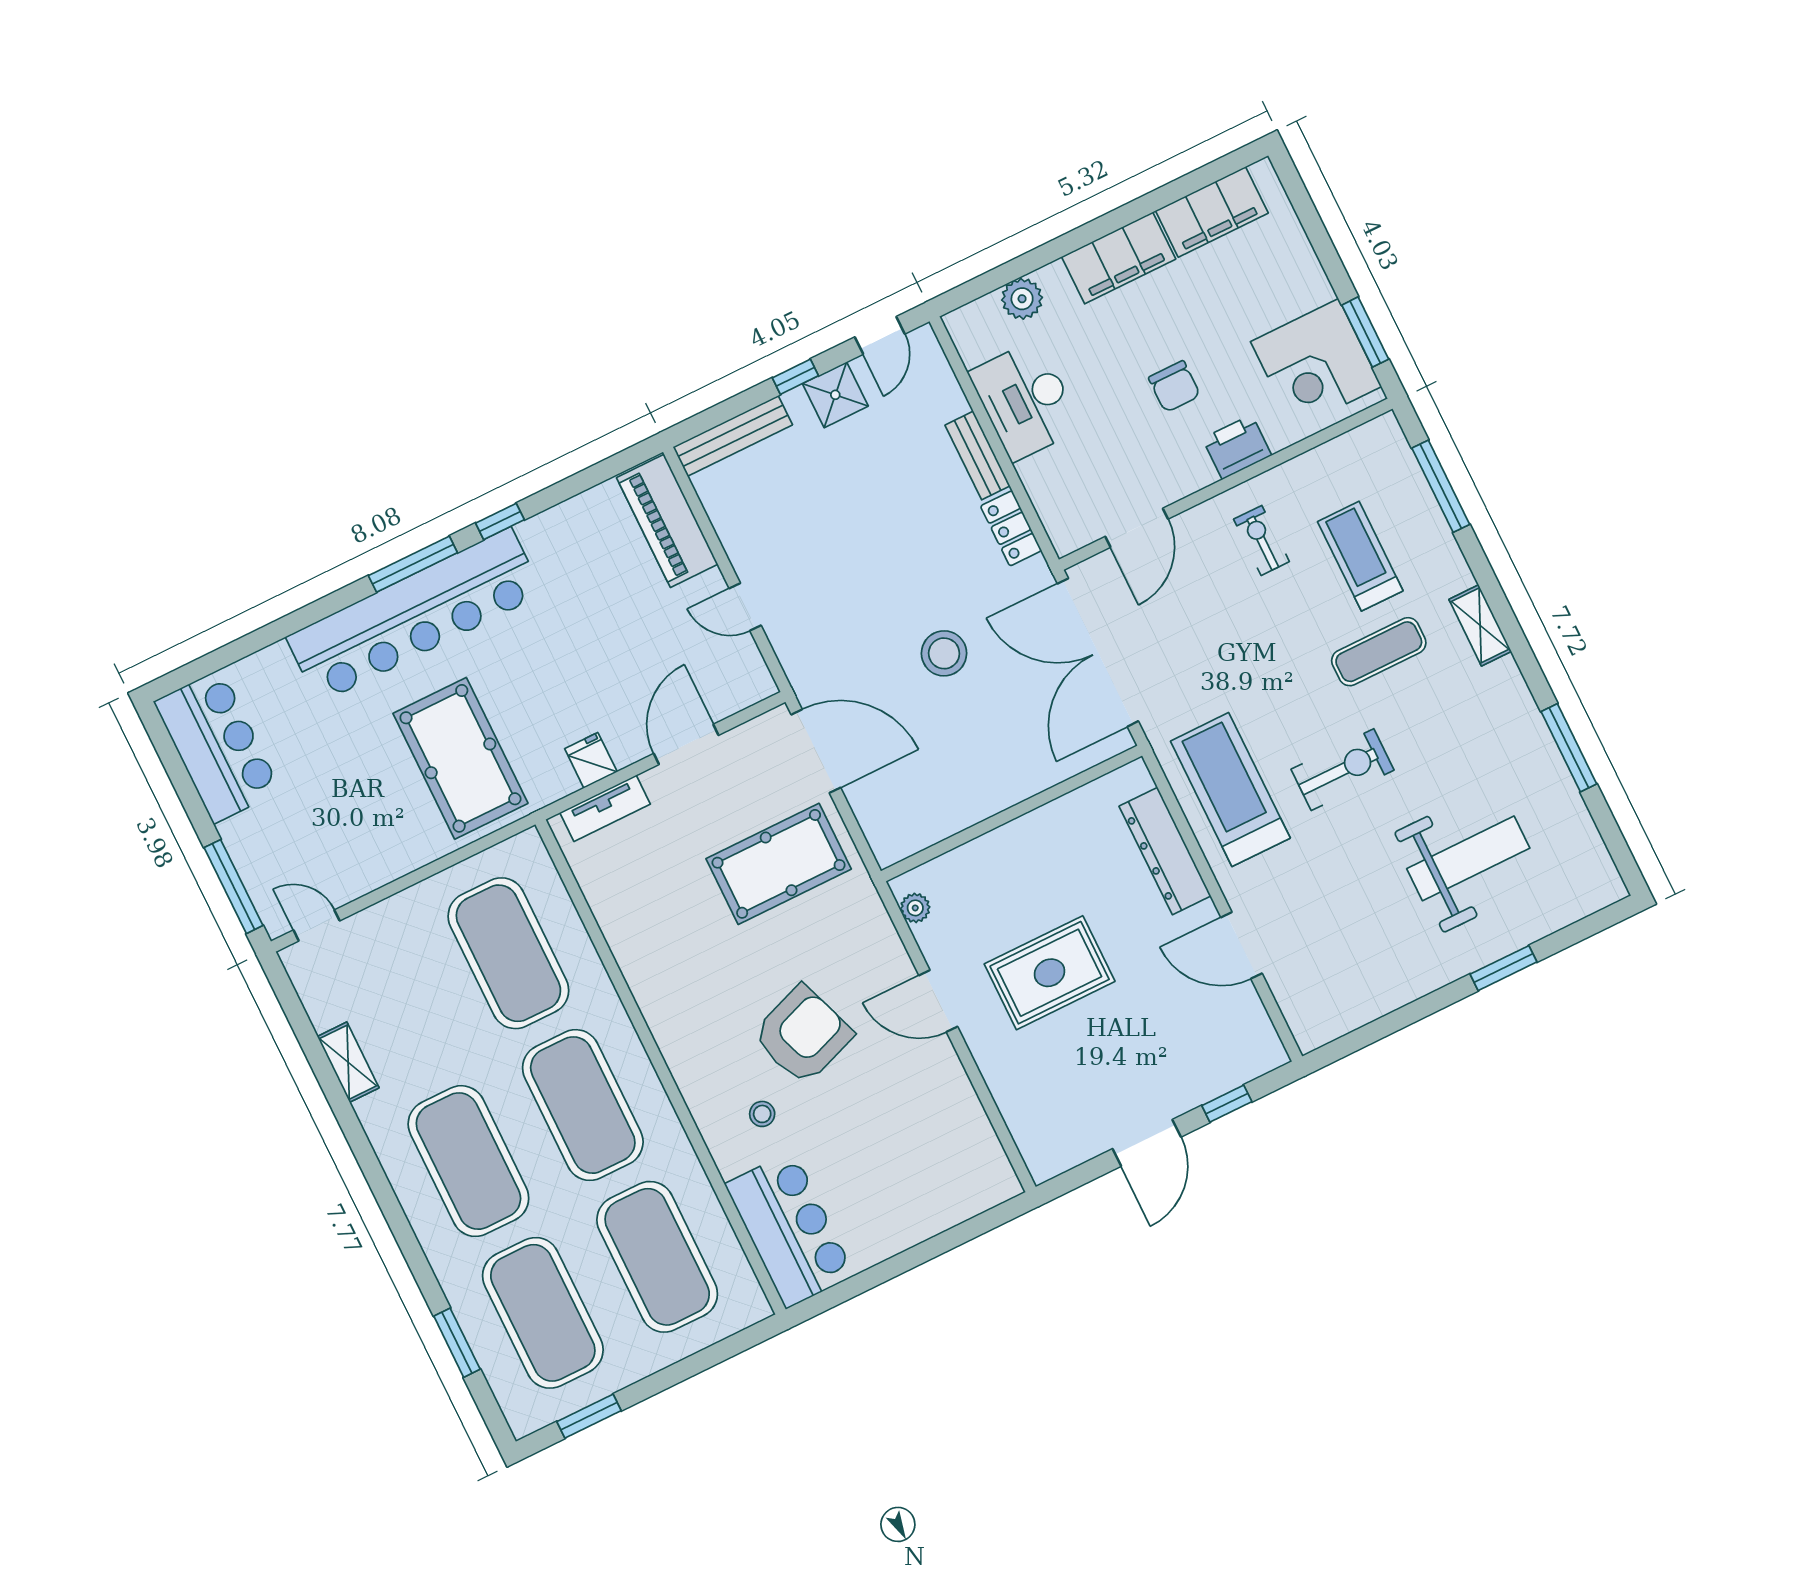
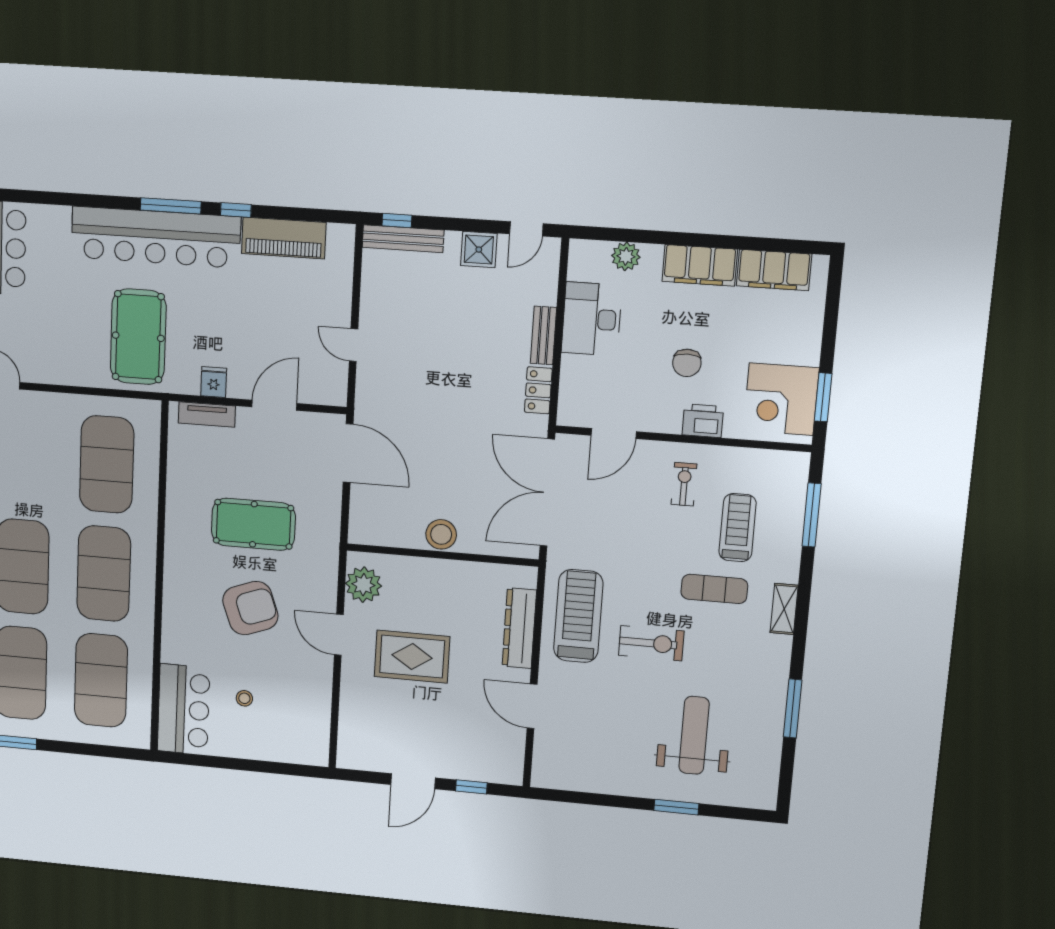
window: (795, 377) -> (397, 220), moved
piano: (667, 521) -> (284, 238), moved, turned -90
stool: (944, 653) -> (441, 534), moved
weight bench: (1468, 858) -> (694, 735), turned -90
pool table: (779, 864) -> (253, 524), moved
plant: (915, 908) -> (363, 585), width x1.88, depth x1.88
stool: (762, 1114) -> (244, 698), moved

